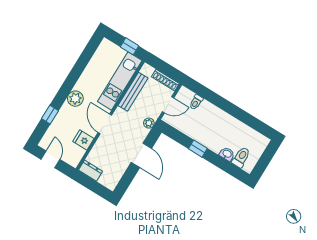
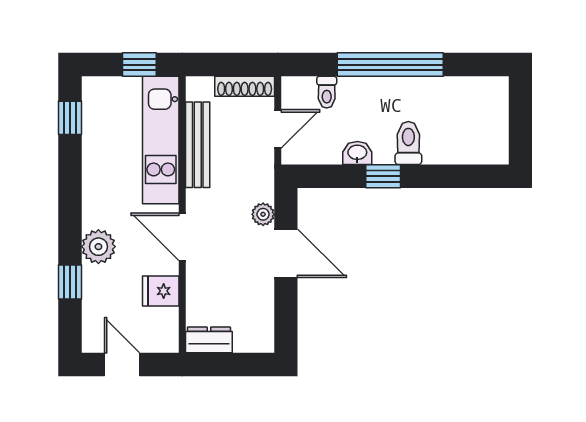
window: (90, 50) -> (70, 118), added
plant: (75, 99) -> (98, 247), moved
window: (228, 107) -> (390, 65), added
plant: (149, 123) -> (263, 214), moved
washbasin: (227, 154) -> (357, 153), moved
toilet: (241, 157) -> (408, 143), moved

